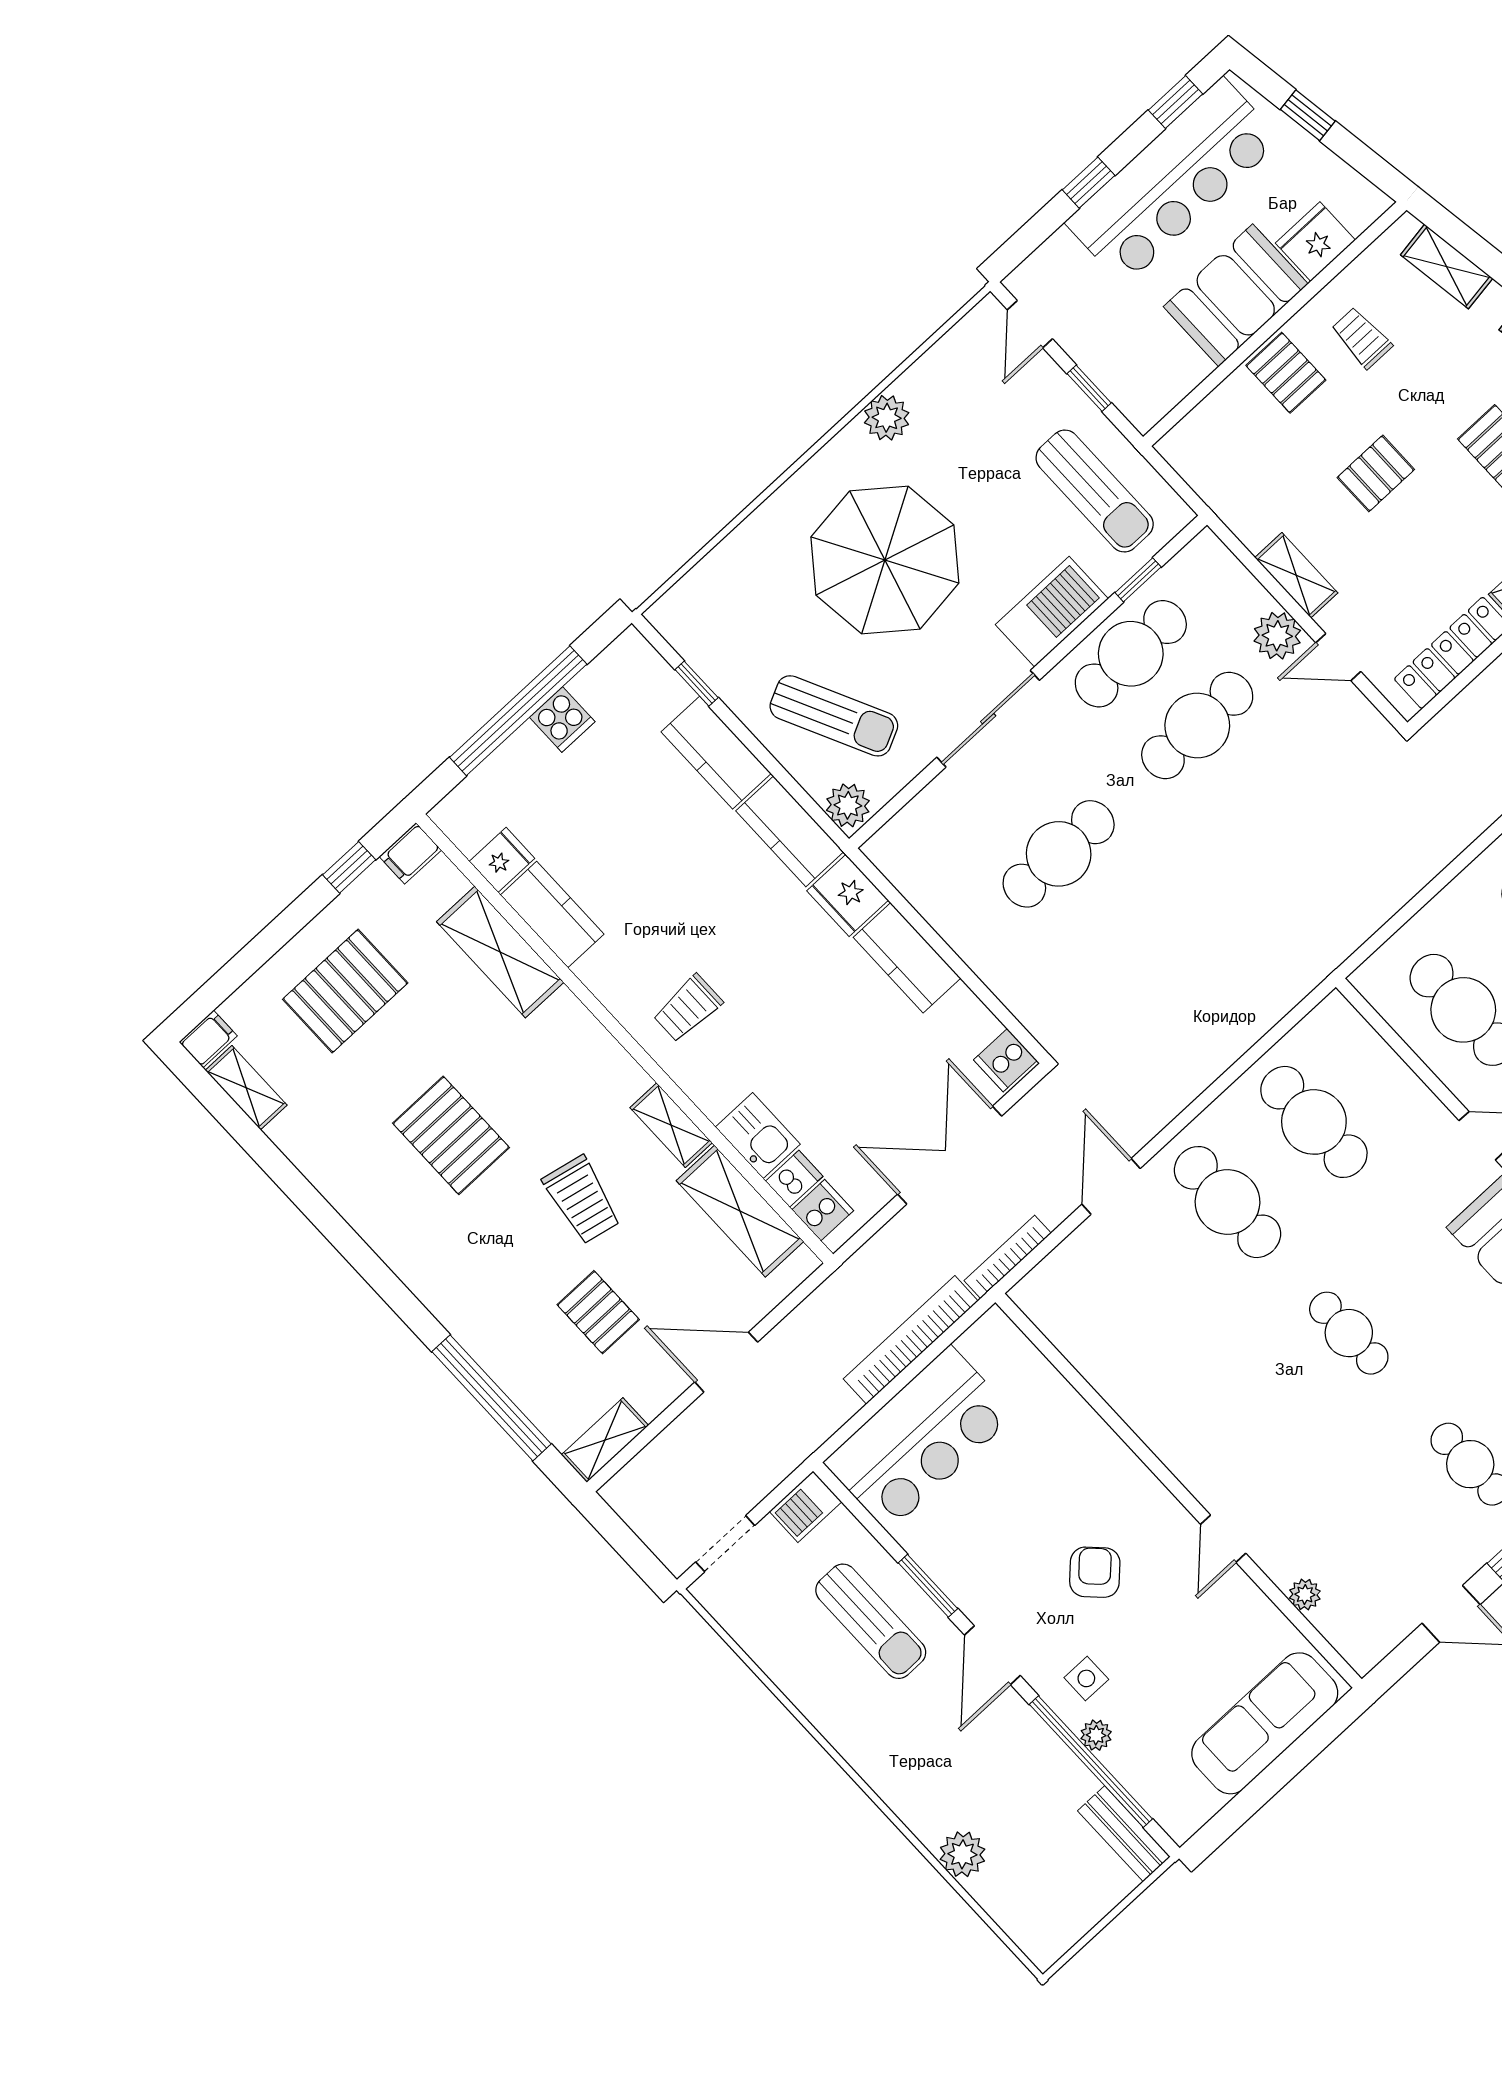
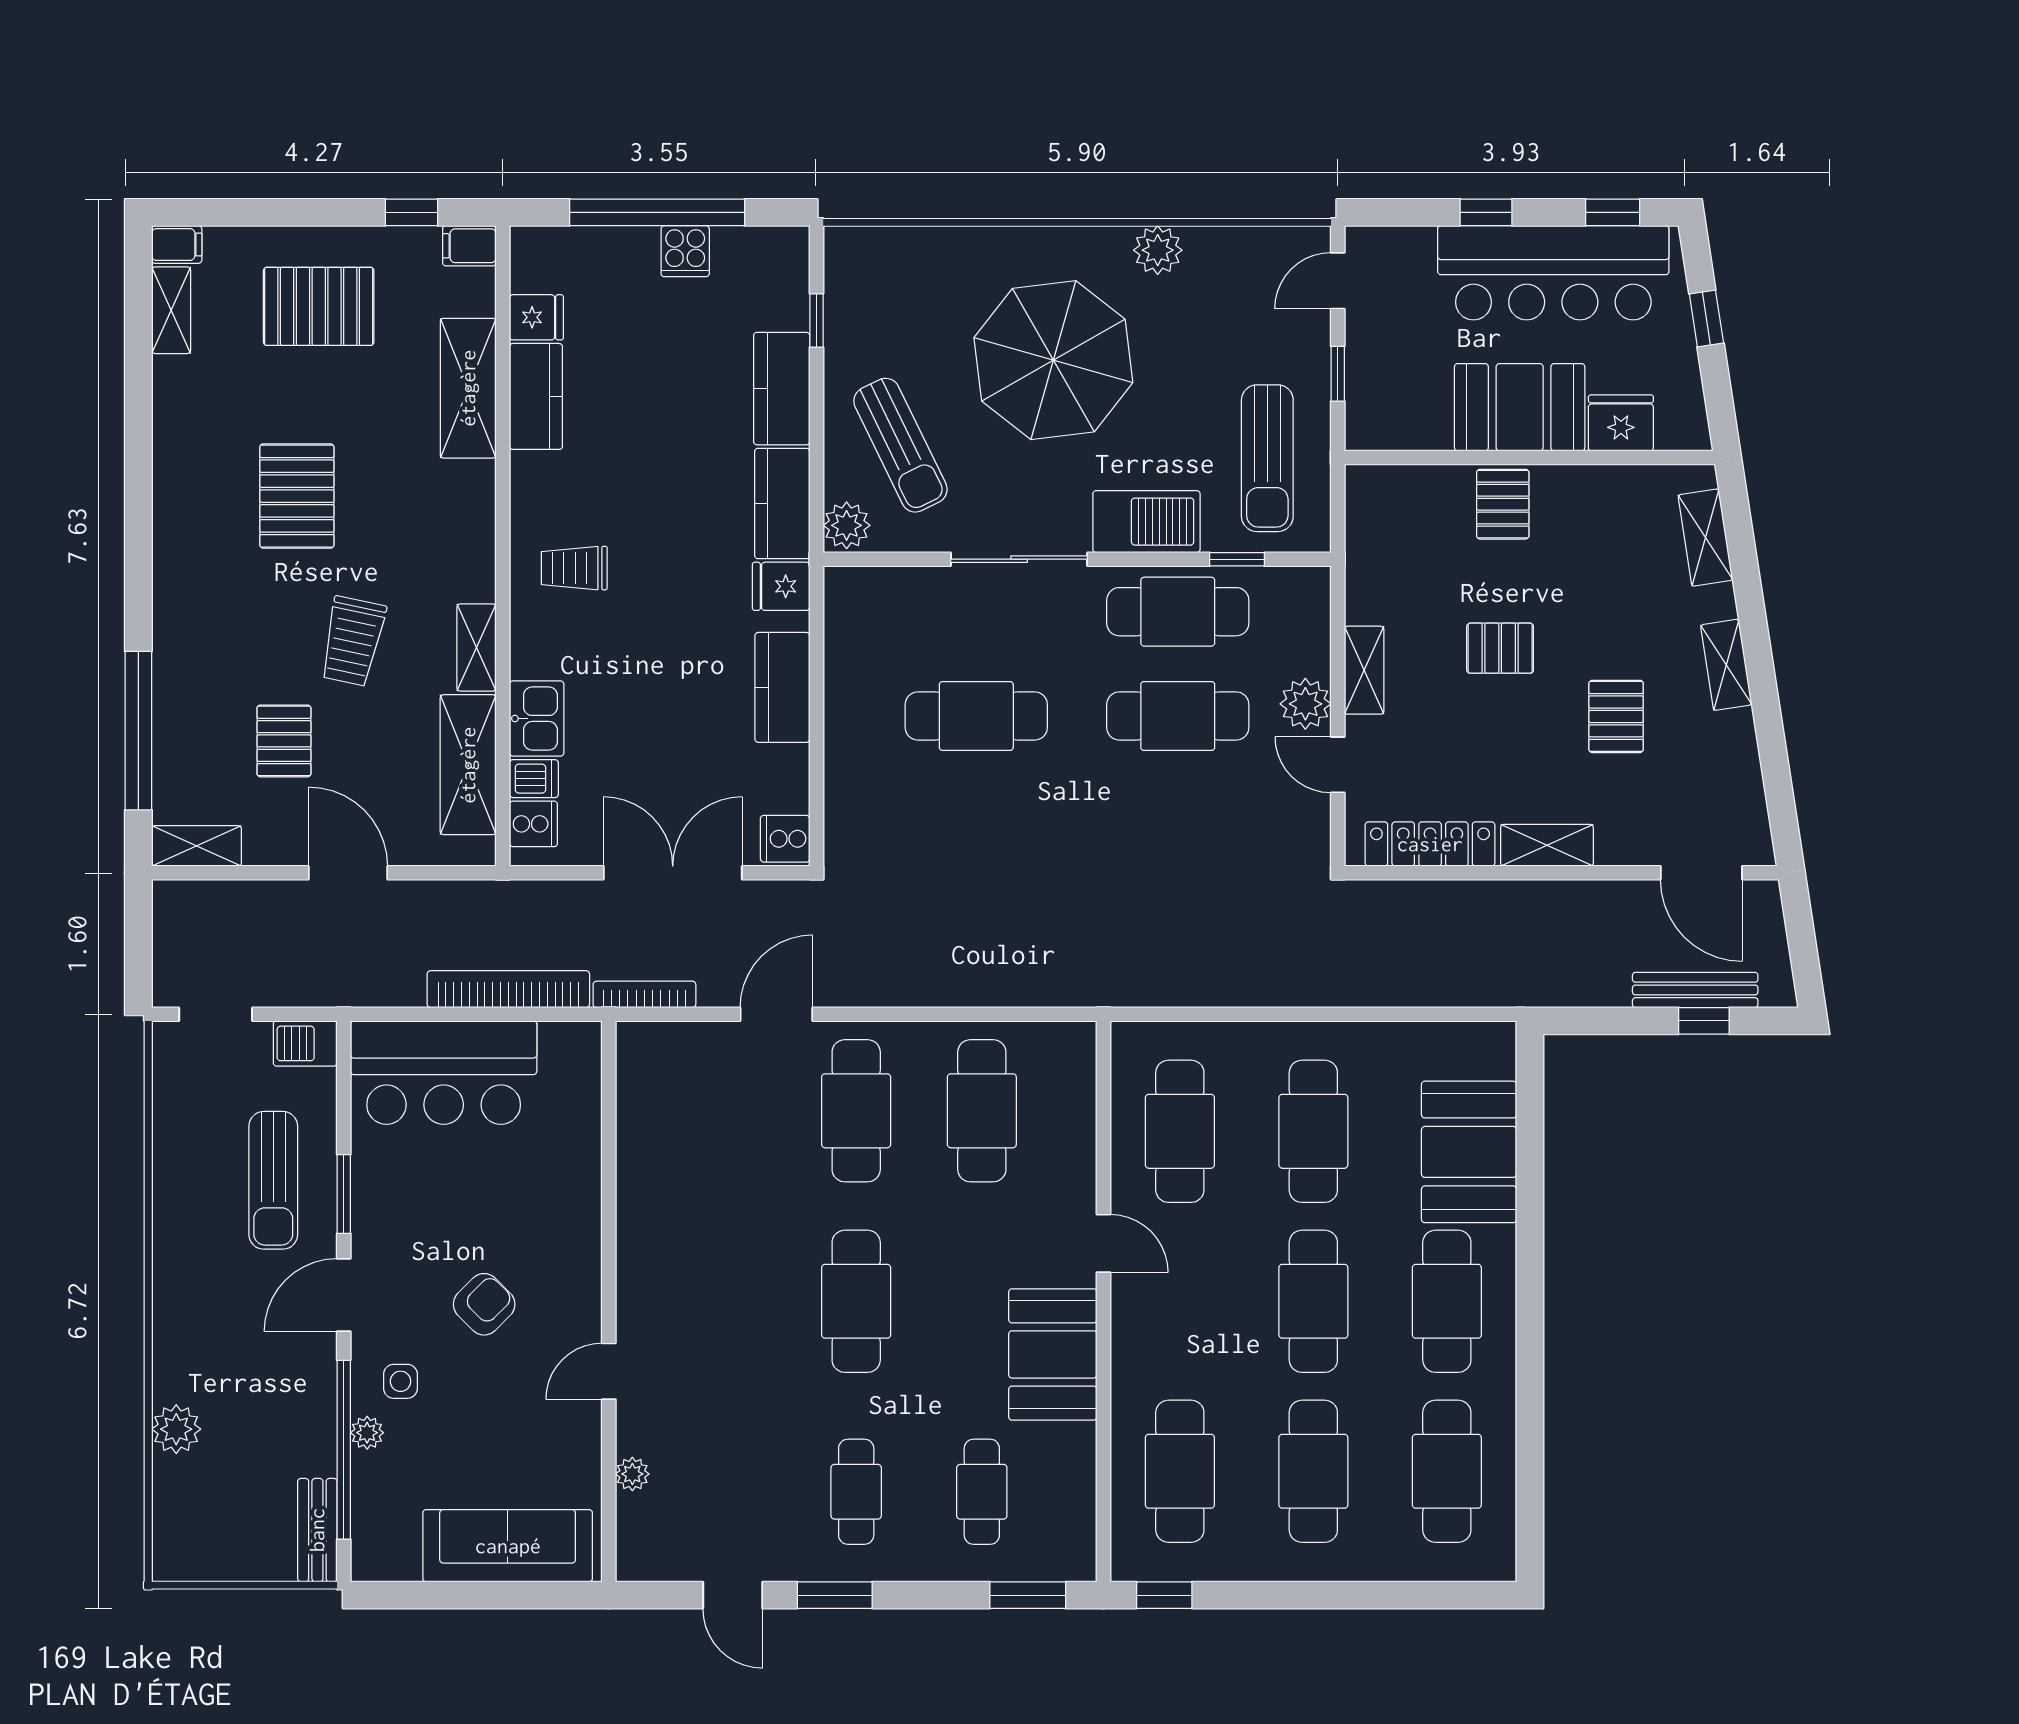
trolley: (1362, 338) -> (1587, 532), removed
fridge: (848, 895) -> (781, 586), width x0.72
cafe table: (1349, 1333) -> (856, 1301), width x1.37, depth x1.35

